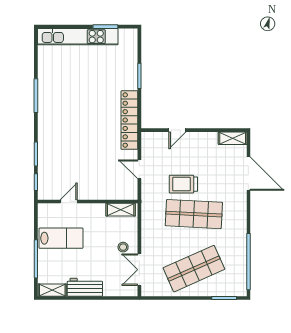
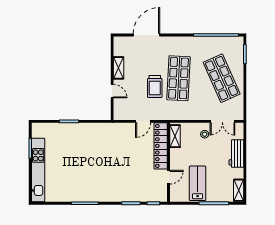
locker: (129, 120) -> (161, 146), moved, turned 90
shelving: (233, 138) -> (118, 68), moved
door: (69, 201) -> (169, 177), swing flipped
workbench: (85, 287) -> (236, 154), moved

